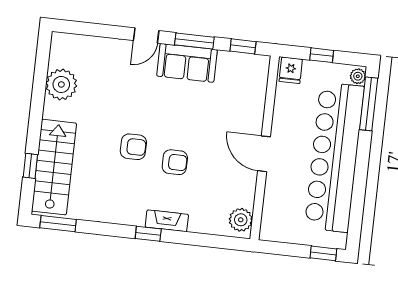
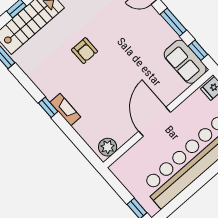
sofa: (187, 63) -> (185, 62), moved
door: (264, 154) -> (155, 122), width x1.36
armchair: (175, 162) -> (100, 81), removed

